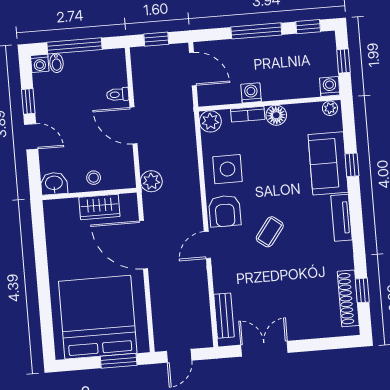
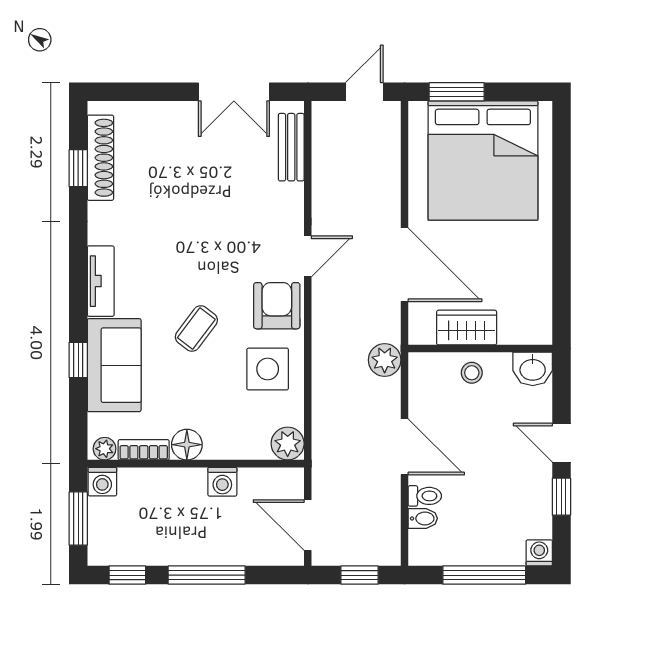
window: (343, 61) -> (78, 519), width x1.50
bidet: (56, 63) -> (423, 518), moved, turned 90
bookcase: (248, 114) -> (144, 450), moved
coffee table: (270, 232) -> (196, 328), moved

